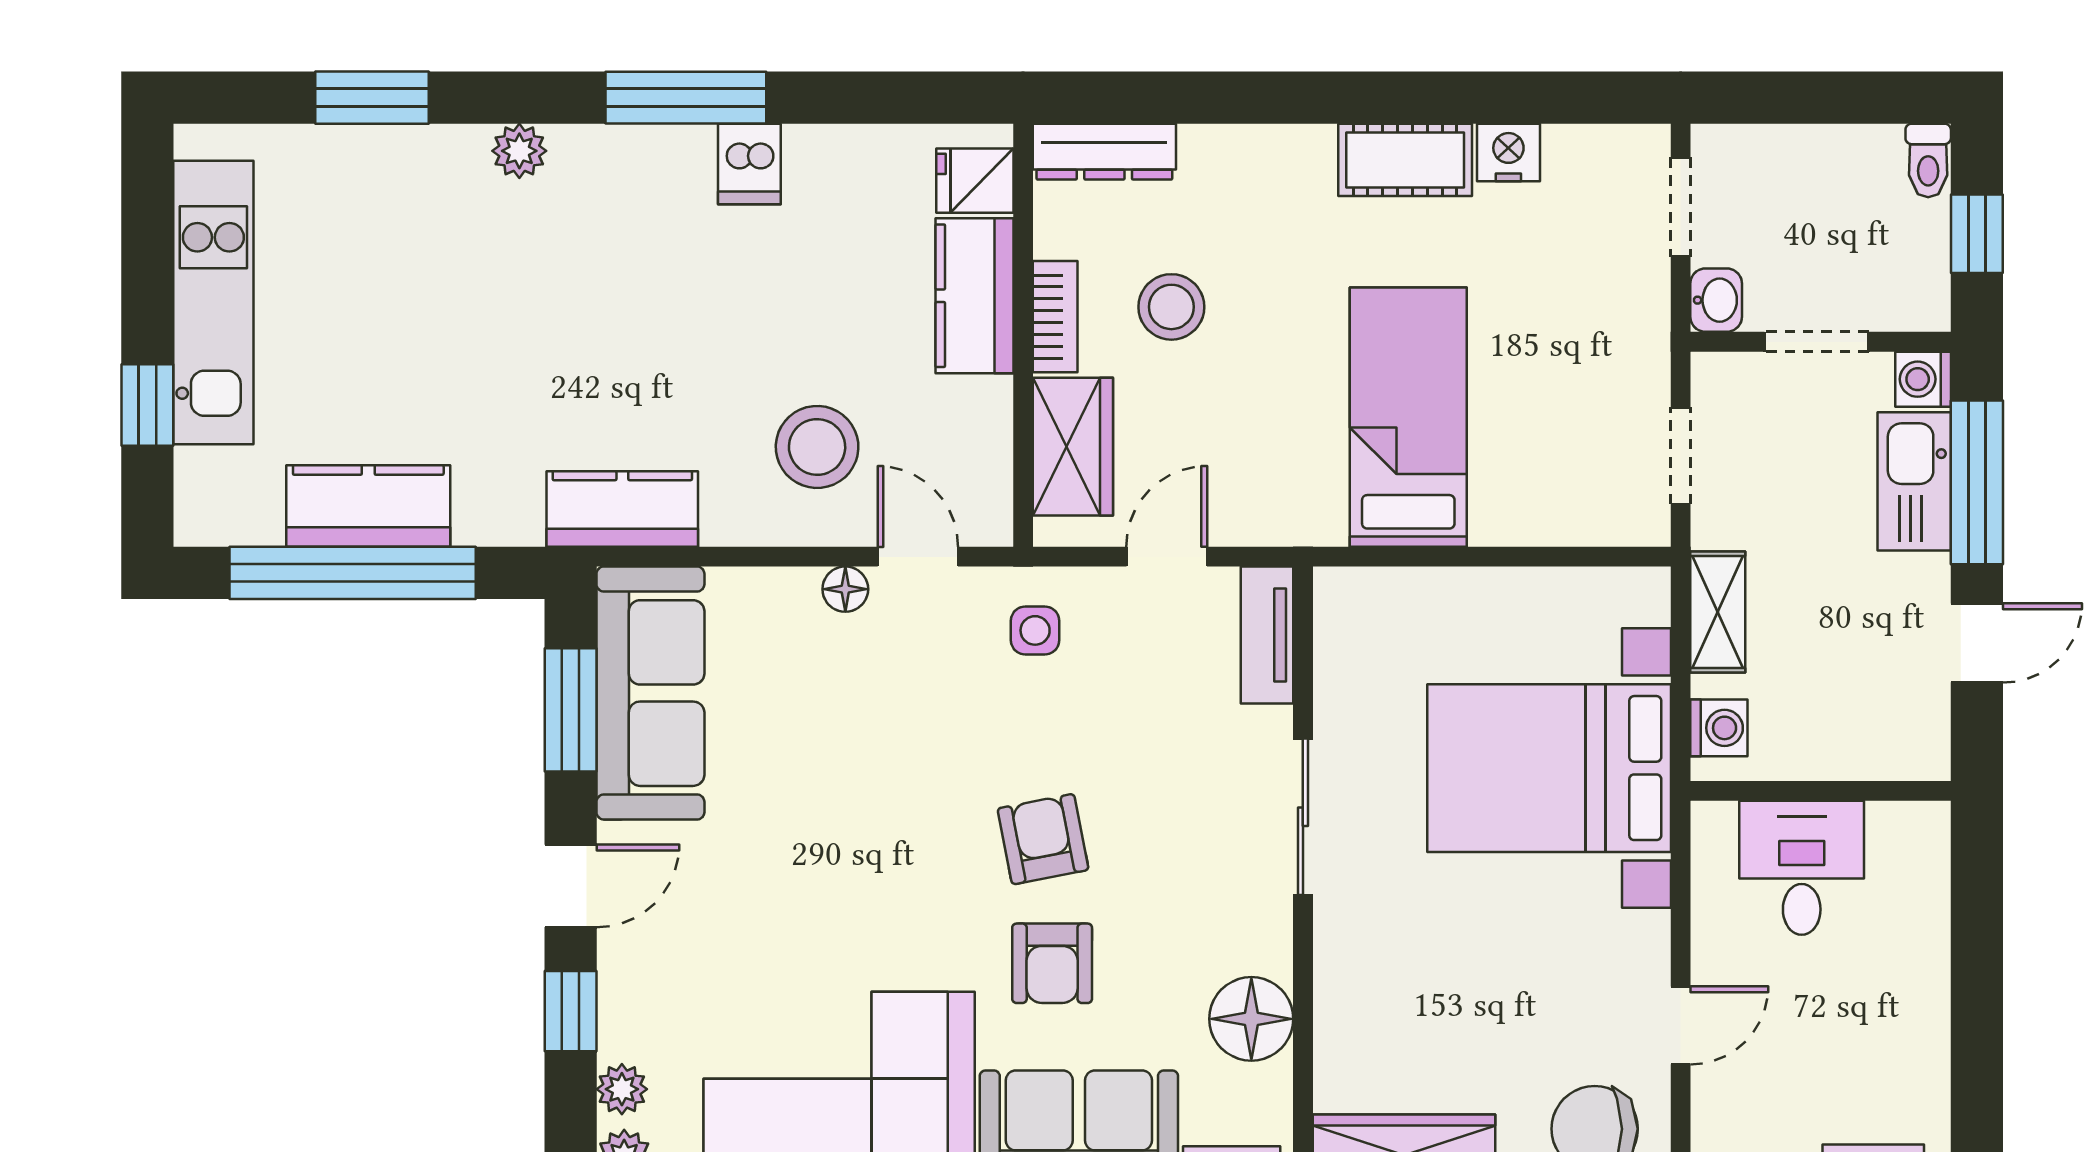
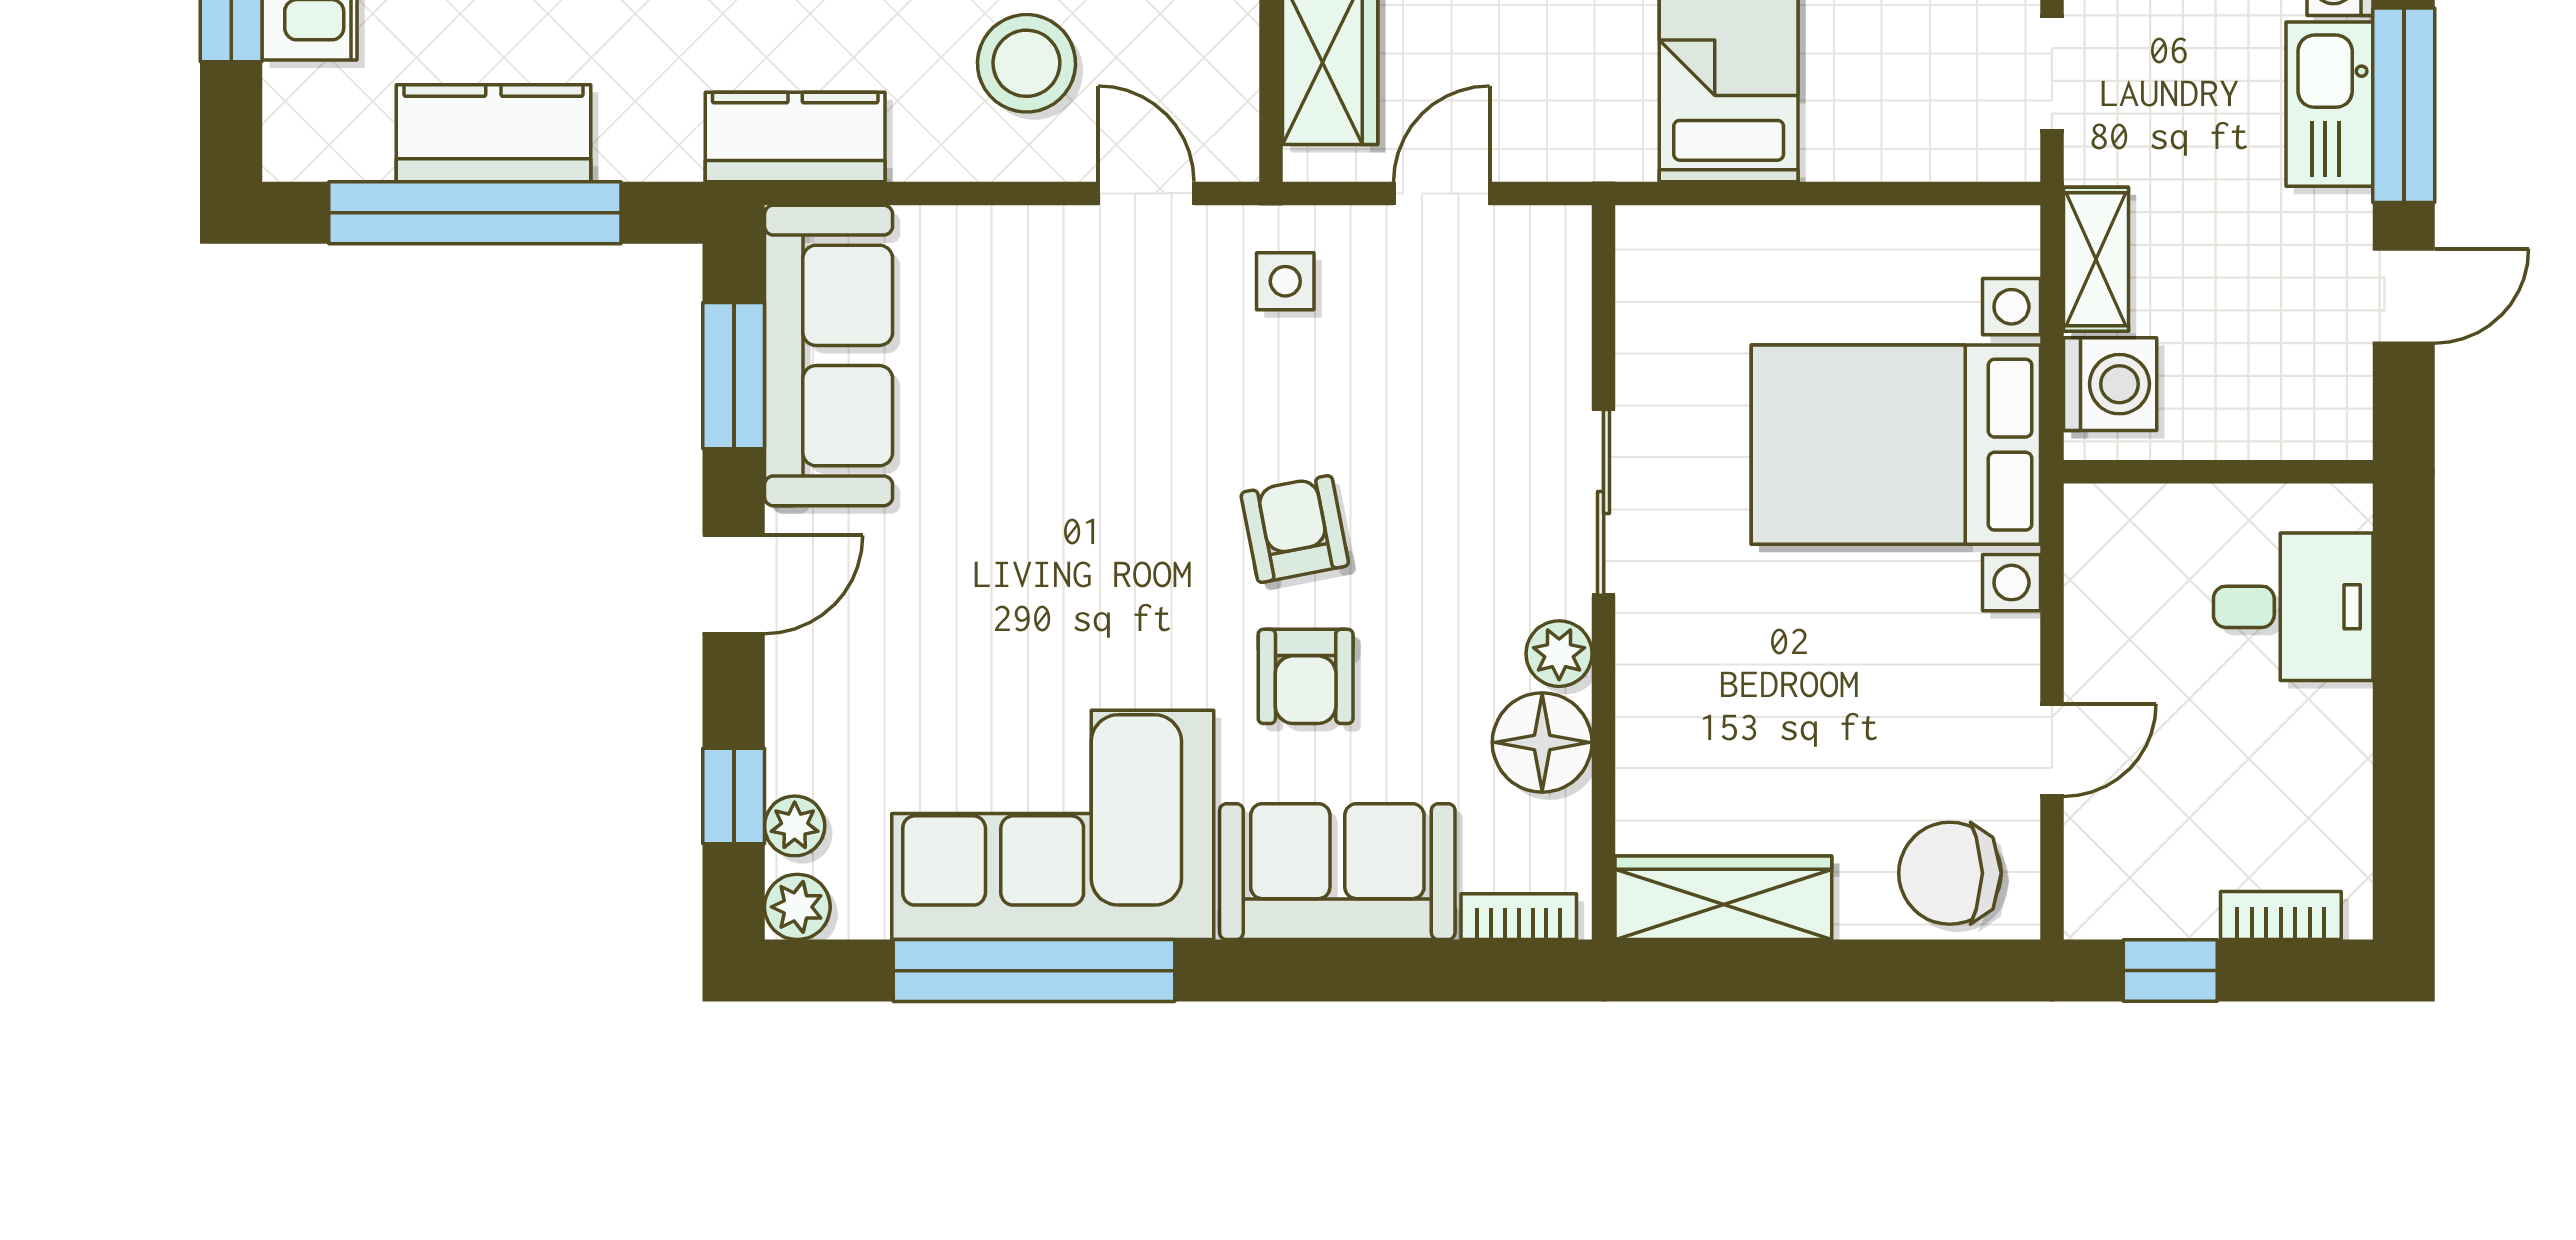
floor lamp: (845, 589) -> (1060, 232), removed
tv unit: (1267, 635) -> (1561, 287), removed
washing machine: (1719, 728) -> (2110, 384), width x1.38, depth x1.38
desk: (1802, 868) -> (2293, 607), moved, turned 90
plant: (1266, 944) -> (1559, 654), added
window: (571, 1011) -> (734, 796), moved

